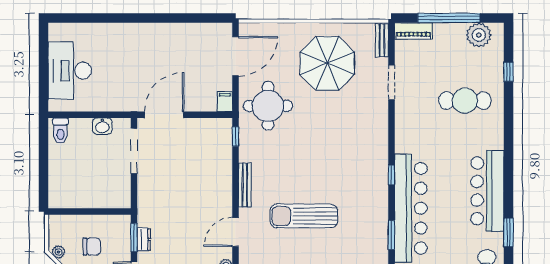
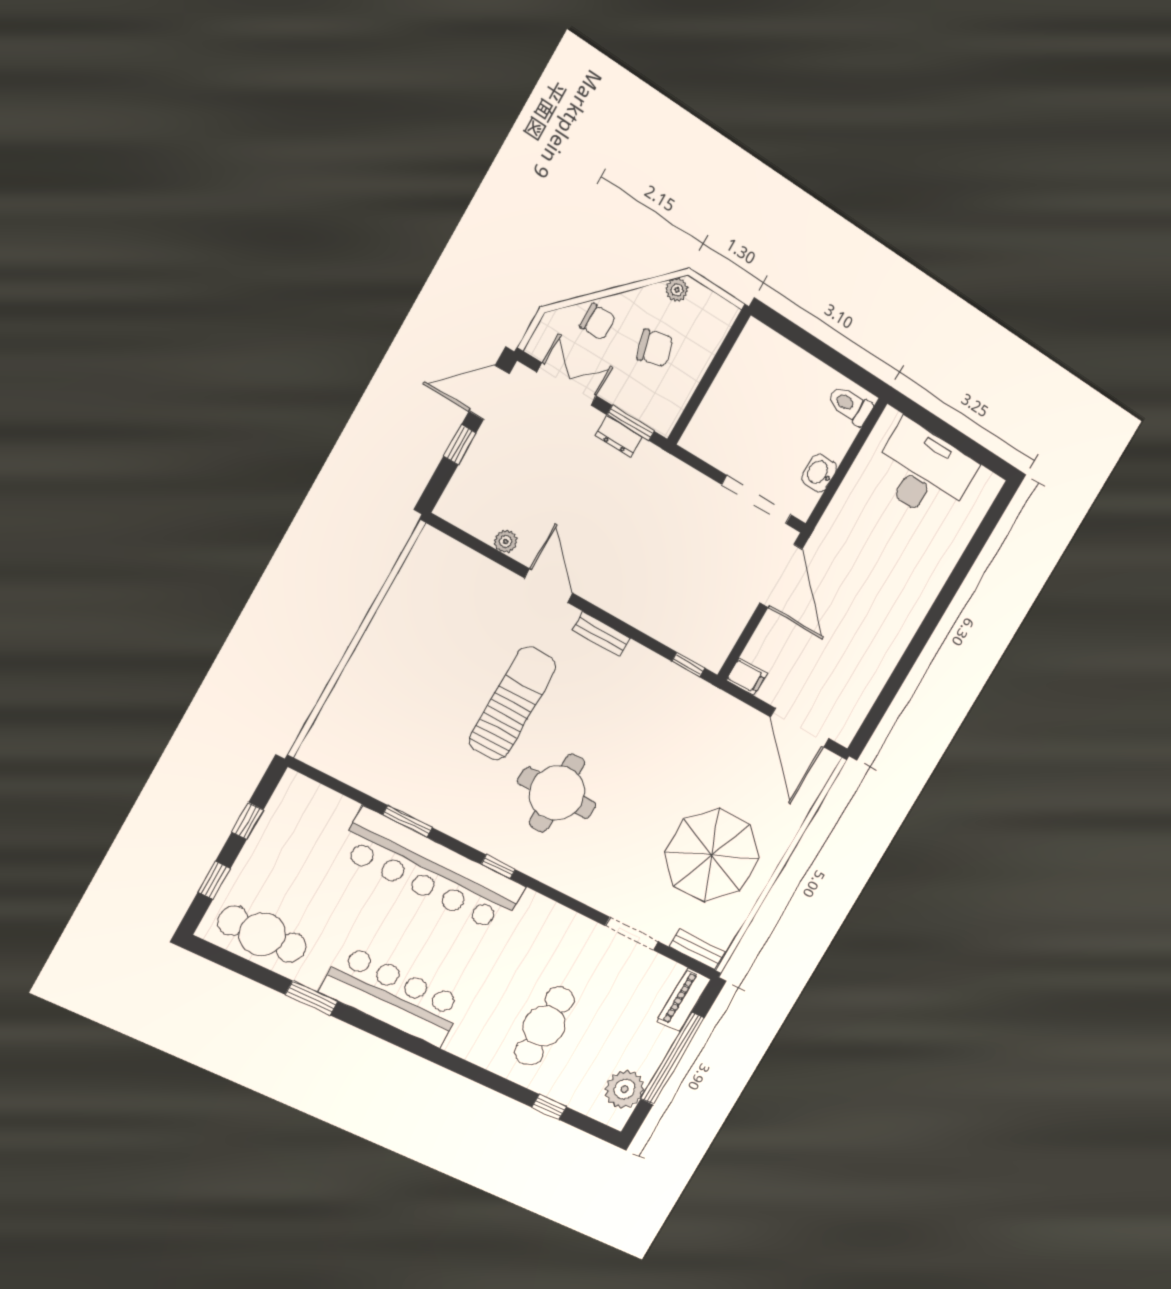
round table: (268, 106) -> (557, 793), moved
bench: (245, 185) -> (601, 634), width x0.73
chair: (92, 247) -> (655, 348), turned -106

